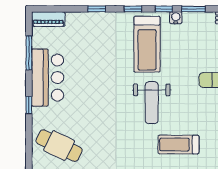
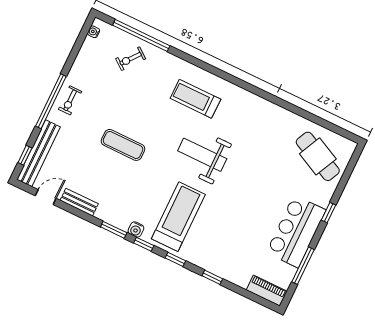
weight bench: (152, 103) -> (202, 155), turned -90
treadmill: (179, 145) -> (195, 99), turned 180

